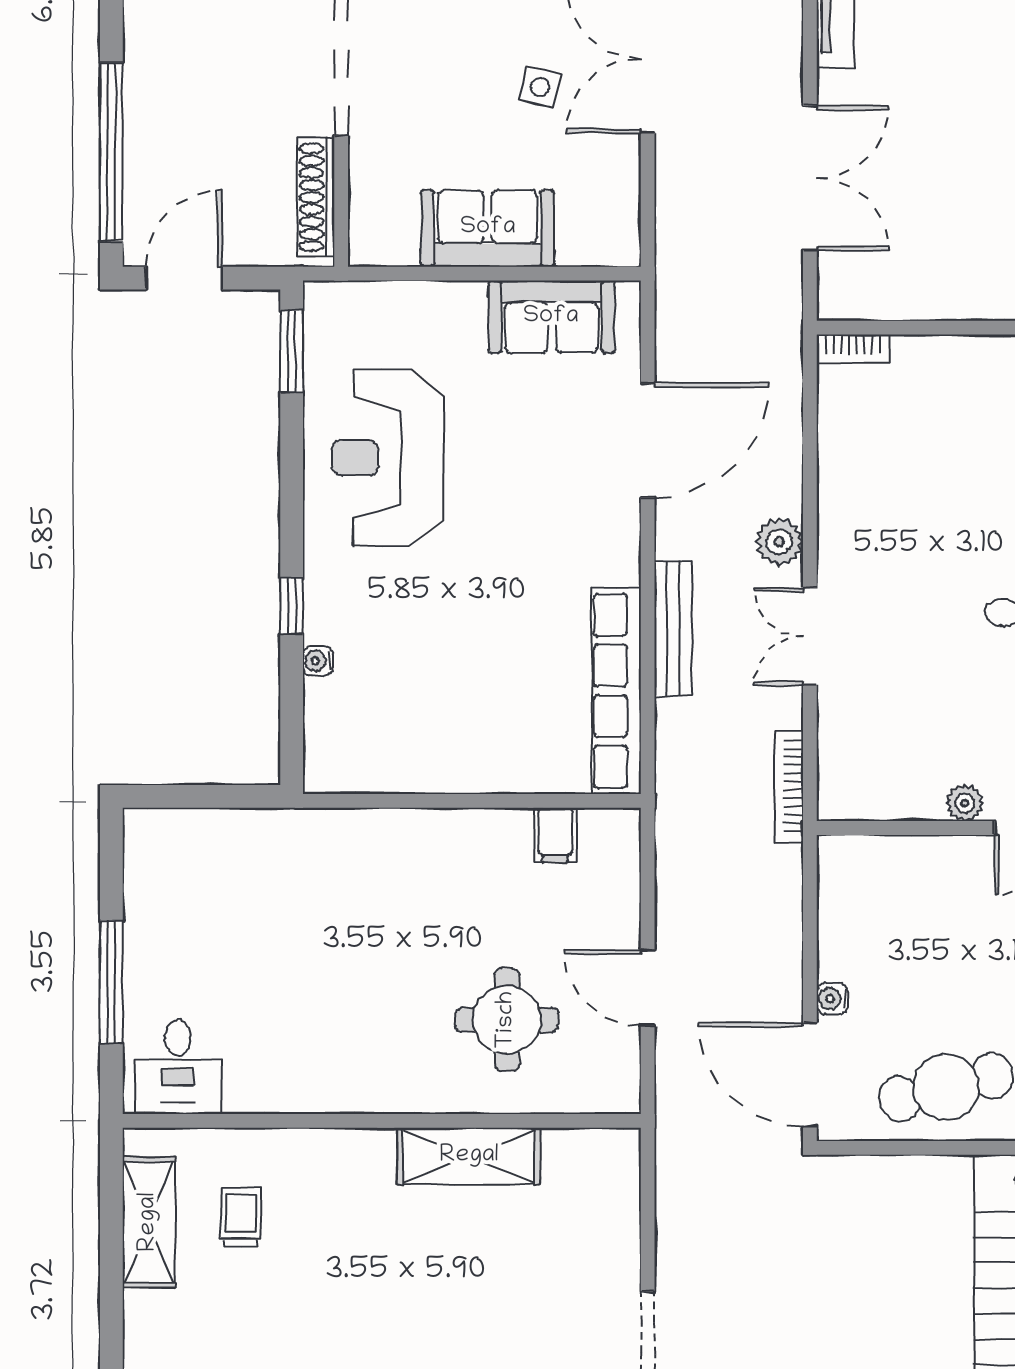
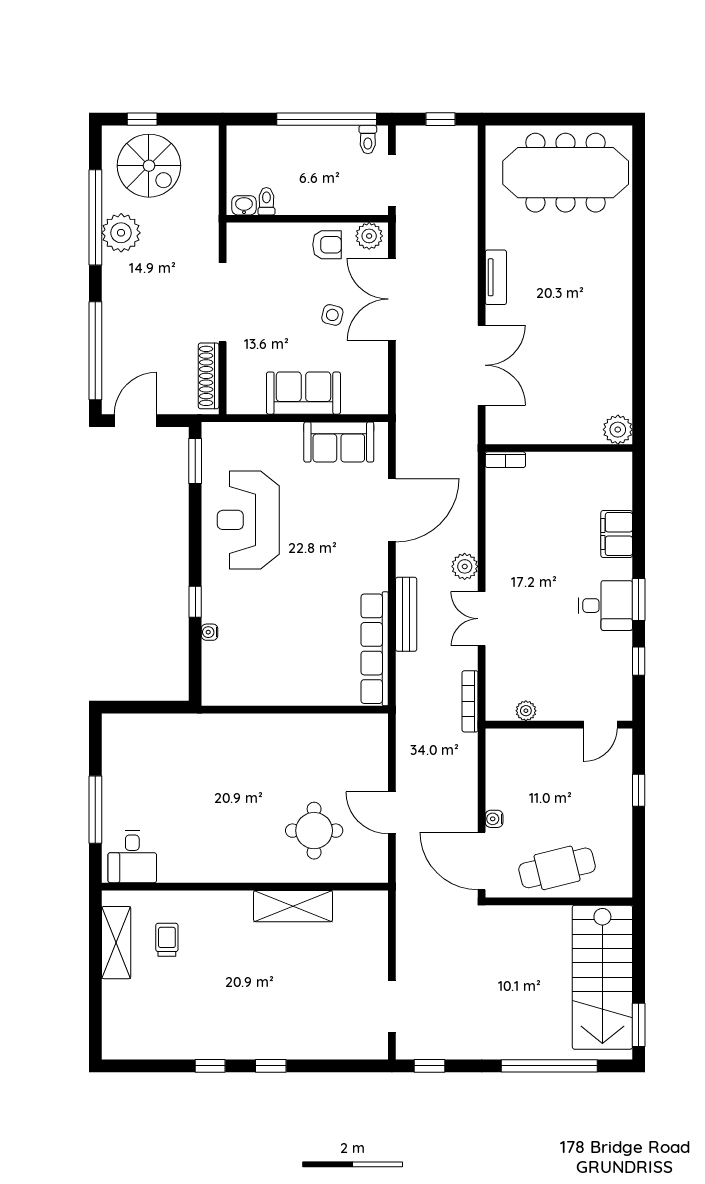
plant: (965, 803) -> (526, 711), moved
filing cabinet: (555, 835) -> (341, 728), removed

